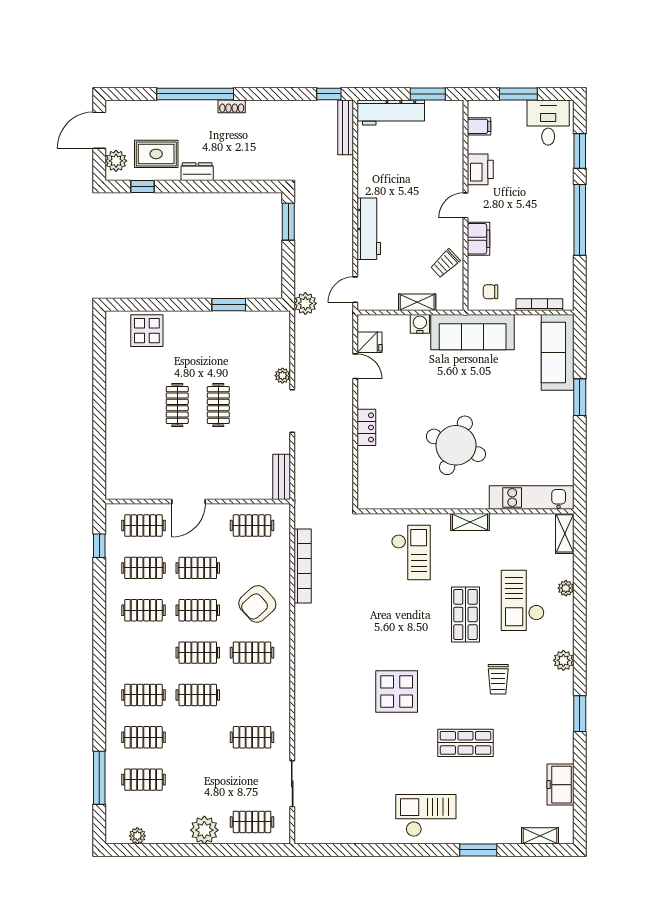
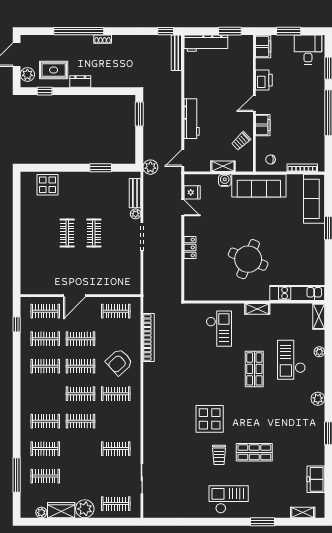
filing cabinet: (479, 126) -> (263, 46), width x2.00
bench: (282, 477) -> (135, 193), moved
trolley: (498, 679) -> (219, 455), moved
wardrobe: (168, 832) -> (61, 510), added

